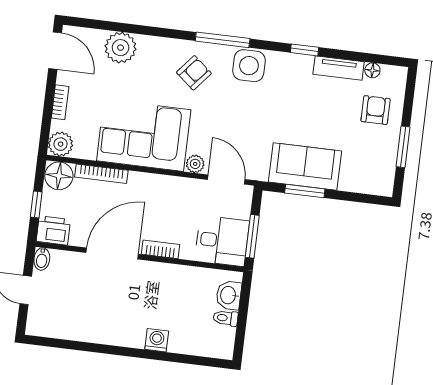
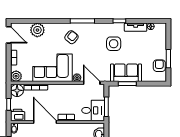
side table: (249, 66) -> (114, 44), moved
armchair: (376, 110) -> (159, 66), moved
door: (112, 253) -> (45, 122), hinge flipped

